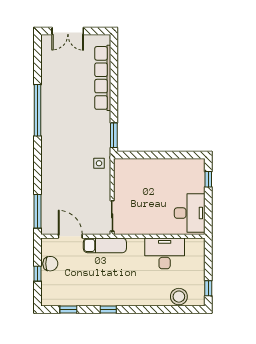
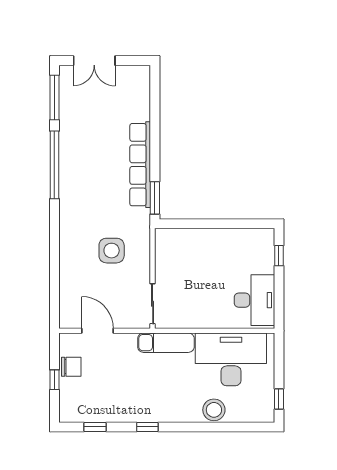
row of seats: (103, 78) -> (140, 165), moved
side table: (99, 163) -> (112, 251), moved, width x1.87, depth x1.87
window: (38, 211) -> (54, 97), moved
exam couch: (105, 245) -> (166, 343), moved
desk: (165, 253) -> (231, 359), width x1.36, depth x1.30
stool: (179, 297) -> (214, 410), moved

